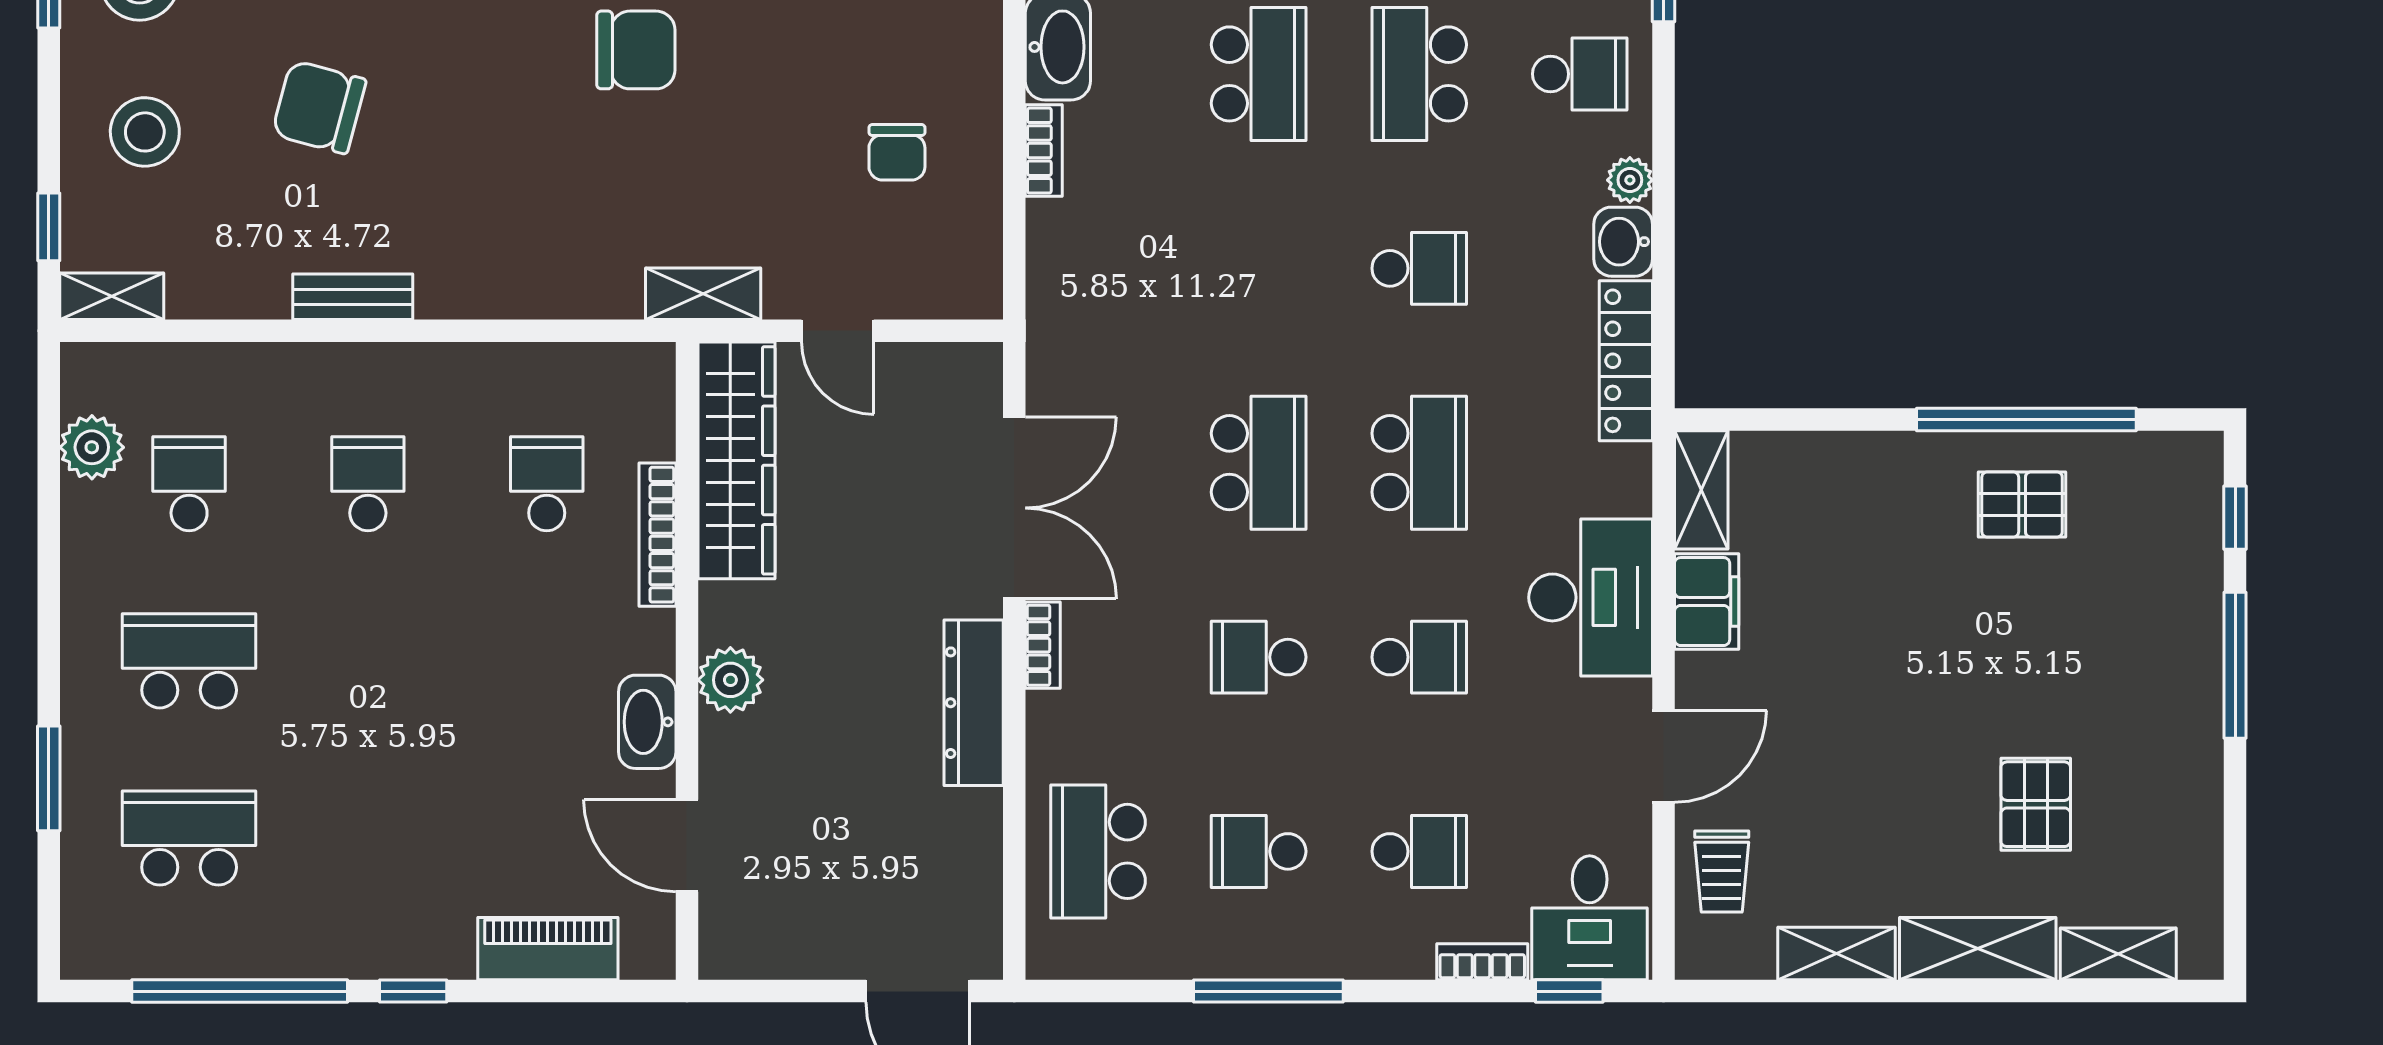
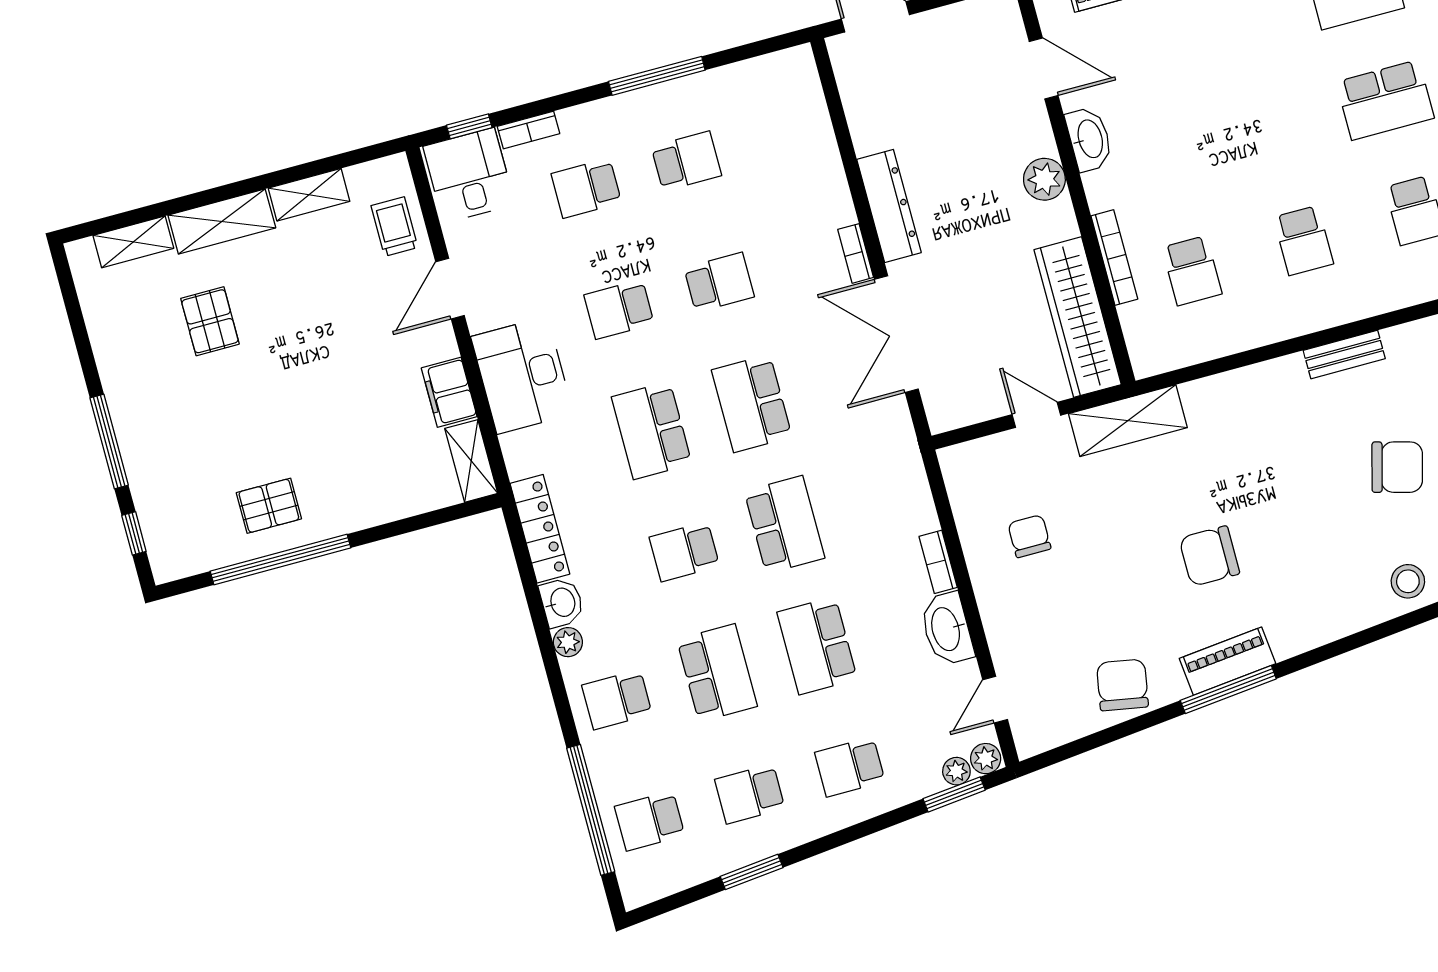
shelving: (703, 294) -> (1128, 421), width x1.50, depth x1.33
school desk: (1098, 851) -> (784, 525), moved

